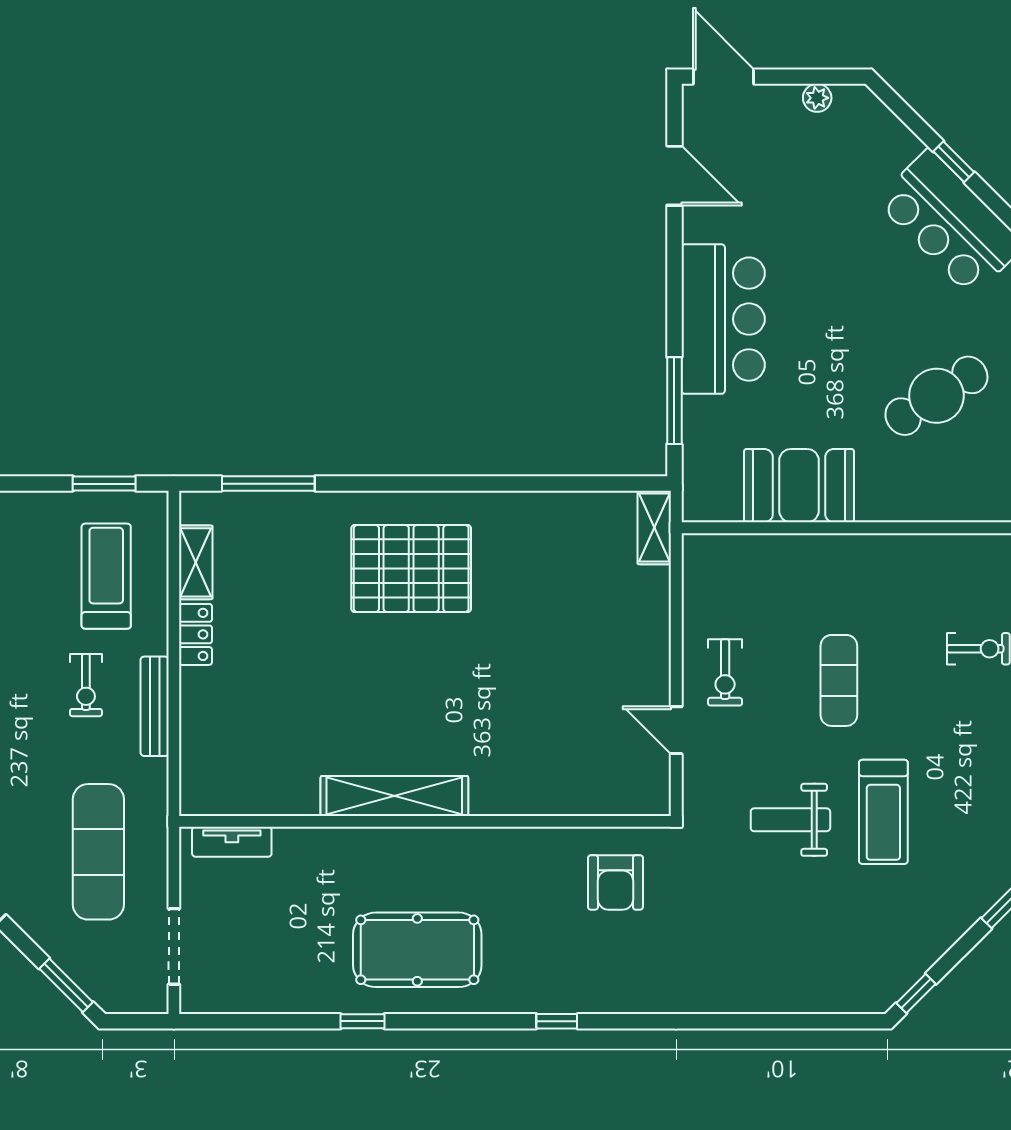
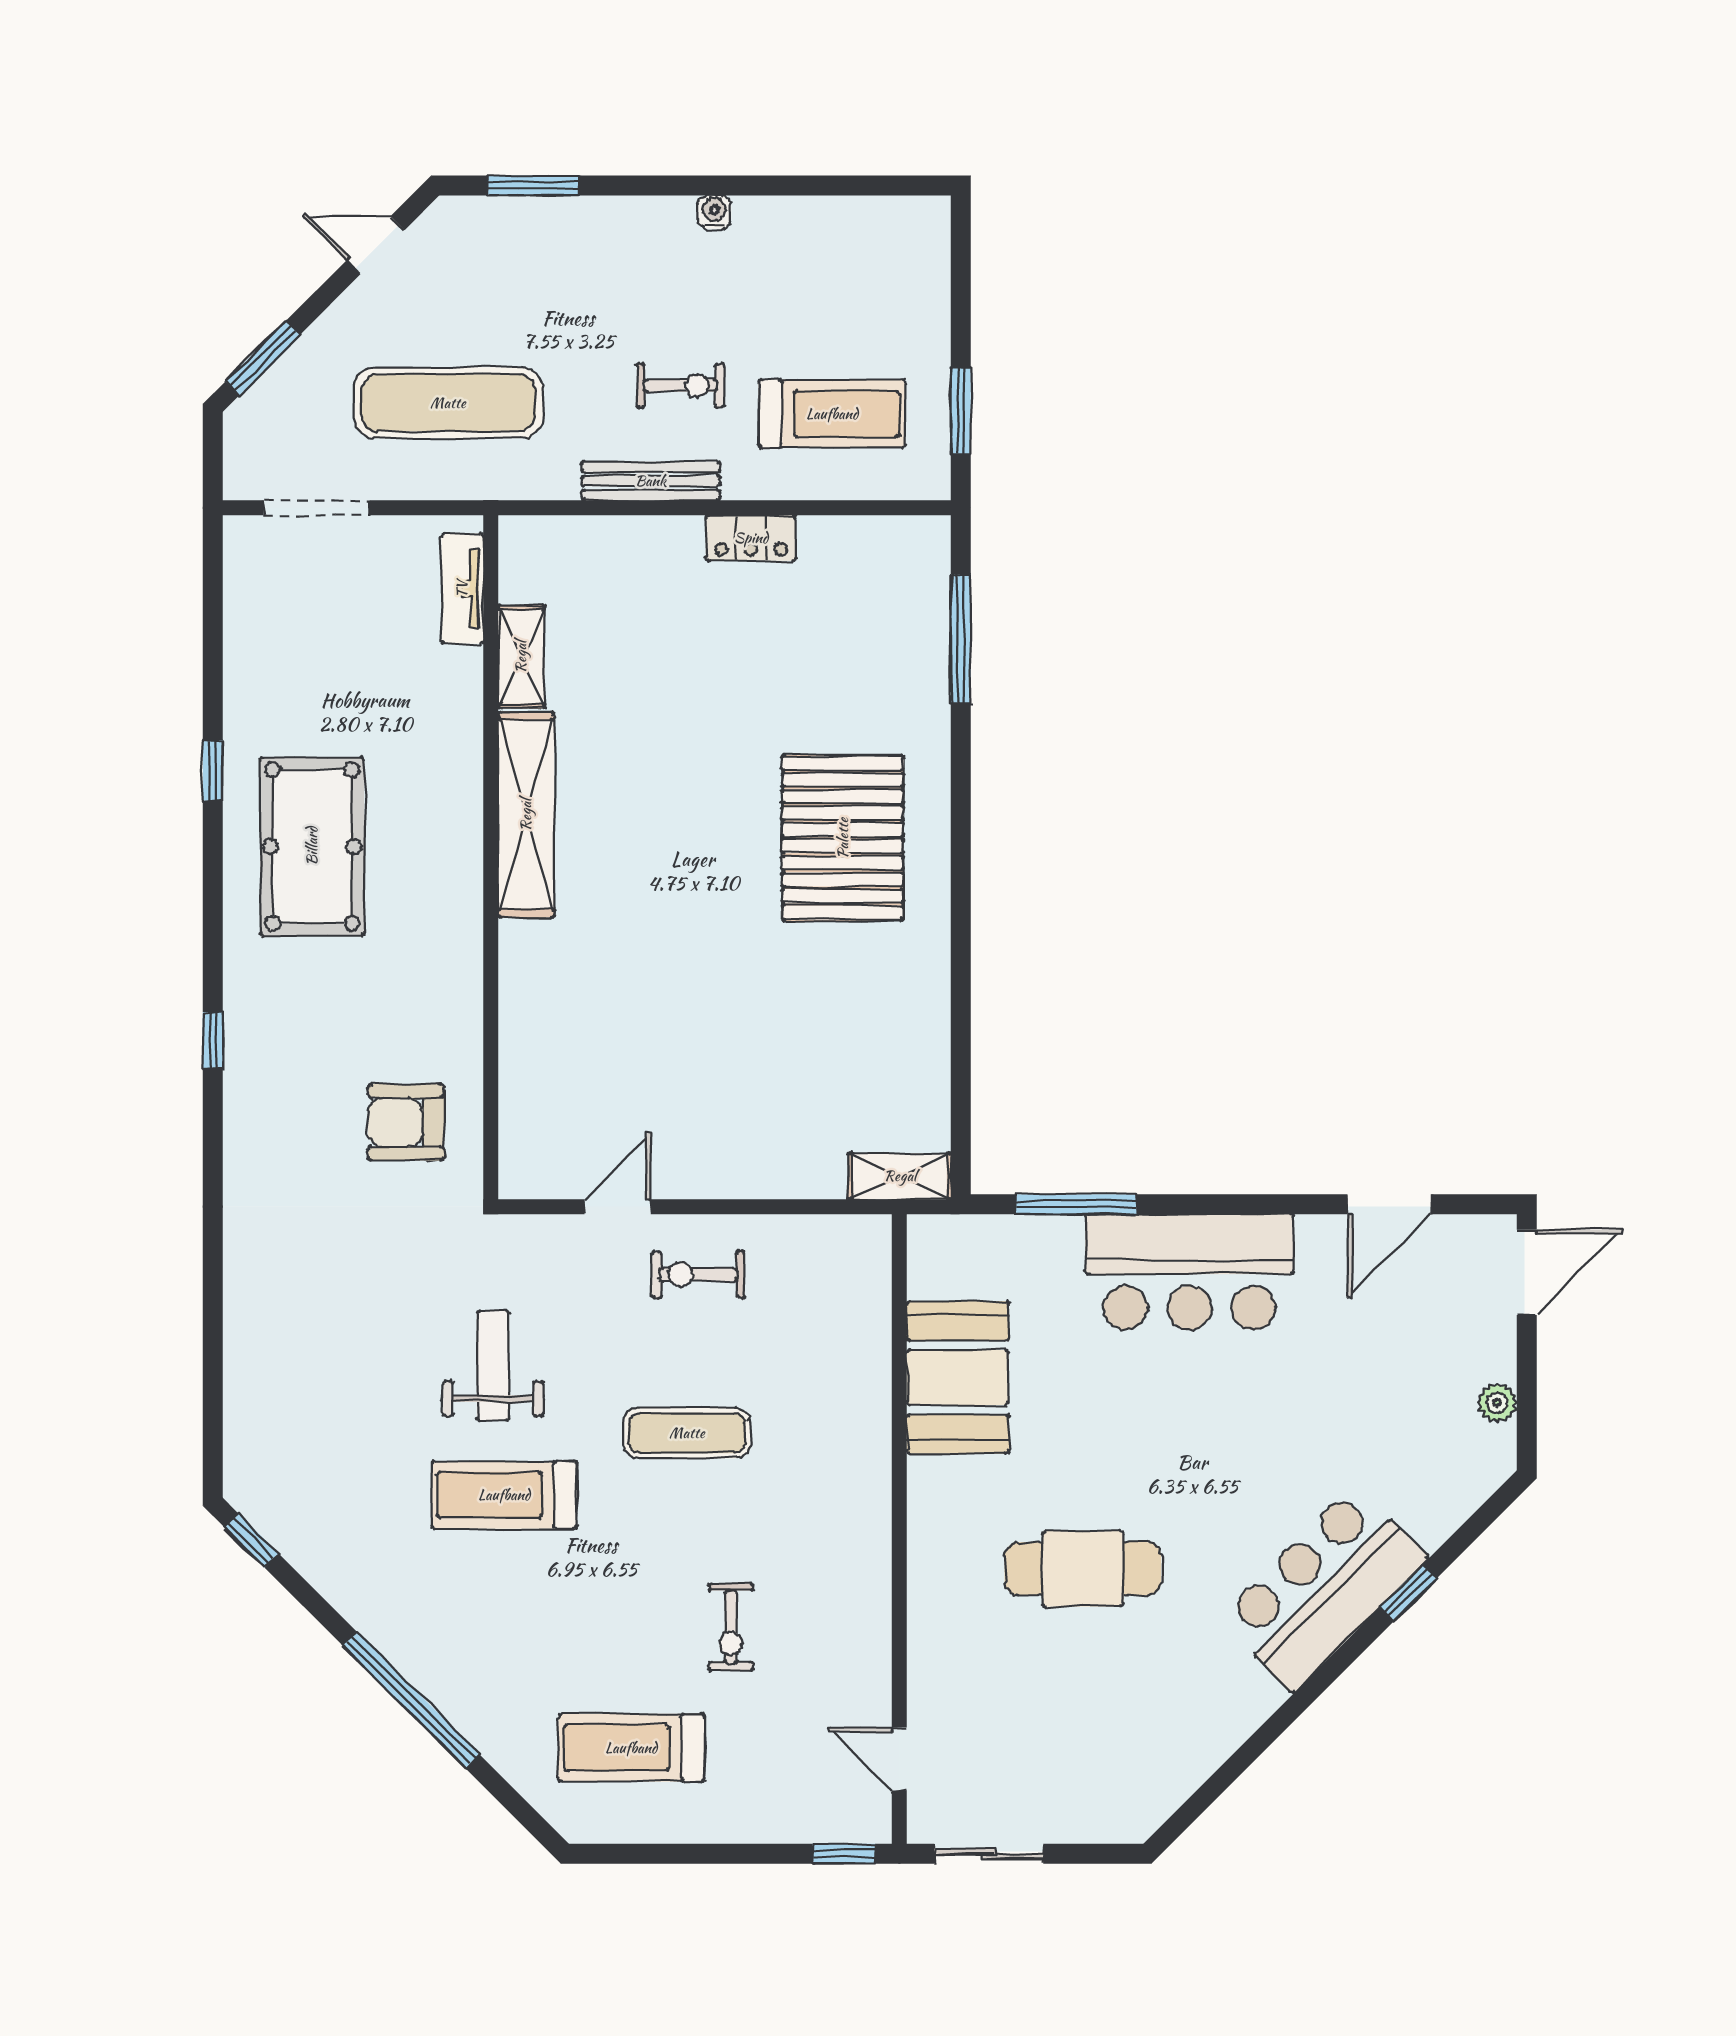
cafe table: (936, 396) -> (1083, 1569), turned -58
shelving: (196, 562) -> (521, 657), moved, turned 90
exercise bike: (86, 685) -> (680, 386), turned 180

